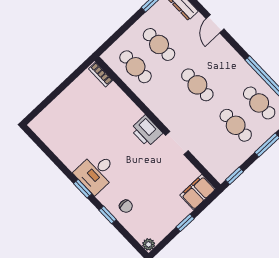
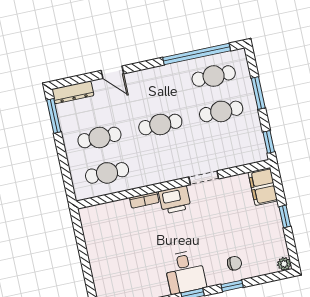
bookcase: (101, 75) -> (144, 200), moved

